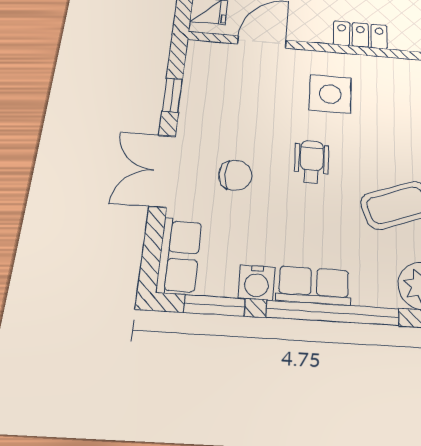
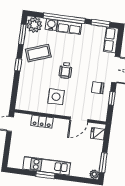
chair: (235, 175) -> (98, 88), moved
water cooler: (257, 283) -> (51, 25), moved

